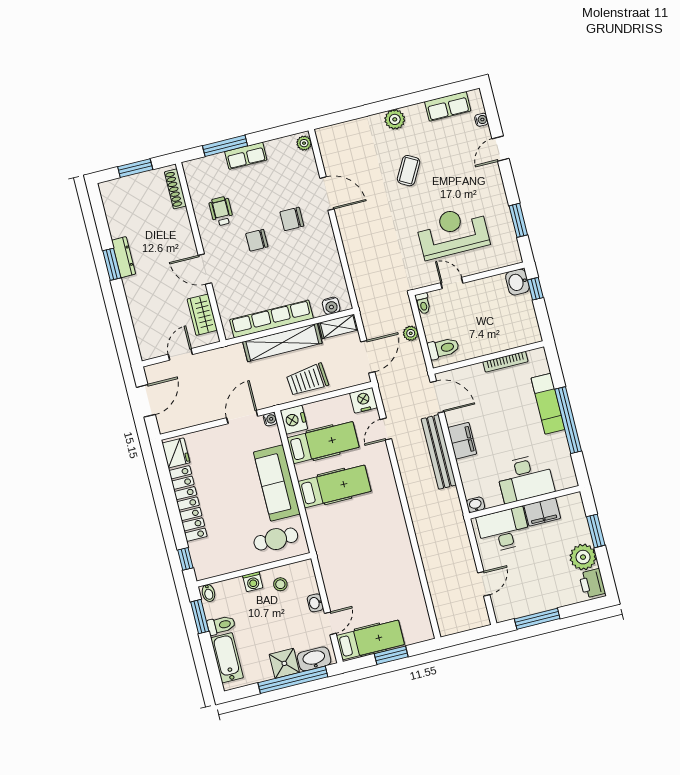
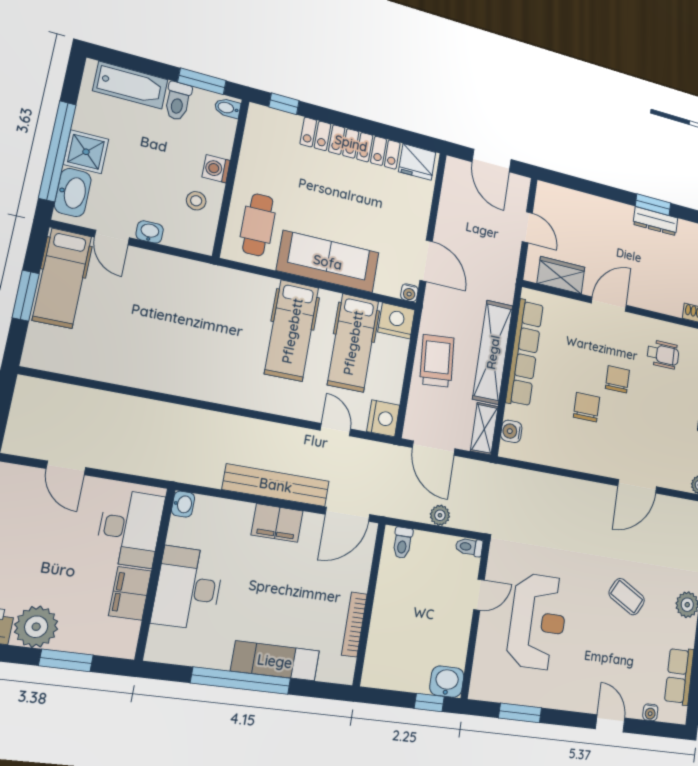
chair: (292, 219) -> (587, 407), moved
toilet: (443, 348) -> (402, 543), width x0.73, depth x0.72

